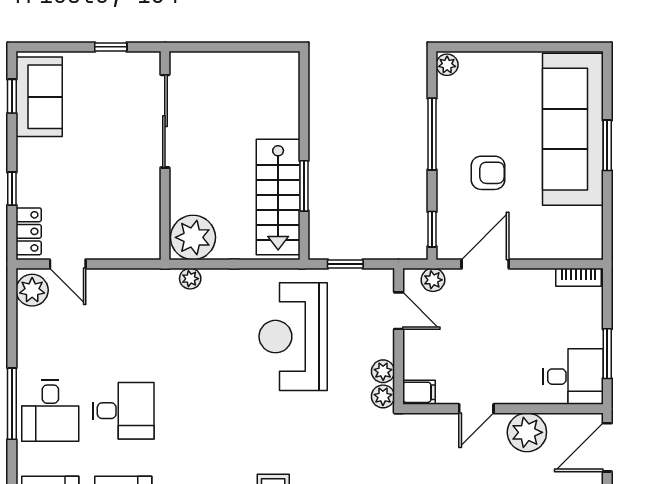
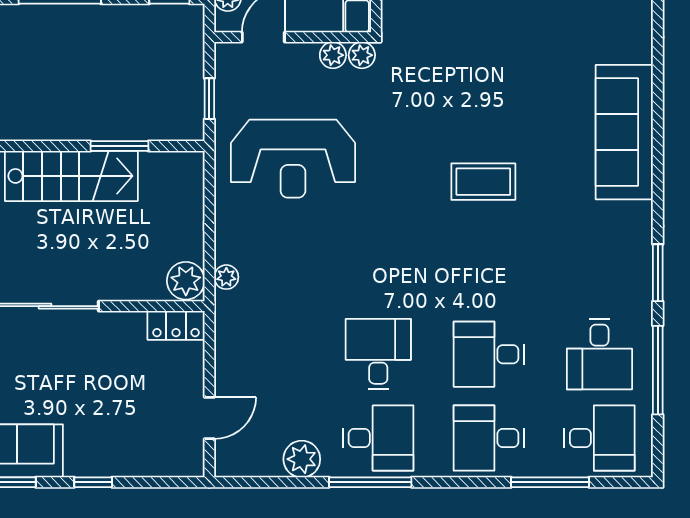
window: (12, 189) -> (93, 482), moved
stairs: (278, 197) -> (71, 176), moved
locker: (29, 231) -> (176, 325), moved, turned 180
plant: (193, 237) -> (186, 281), width x0.73, depth x0.73
plant: (32, 290) -> (302, 459), moved

